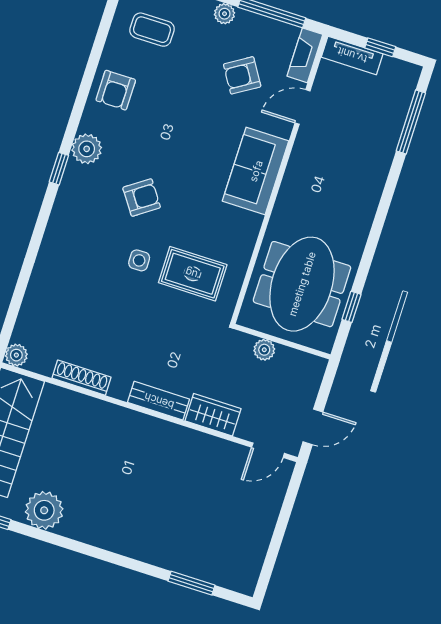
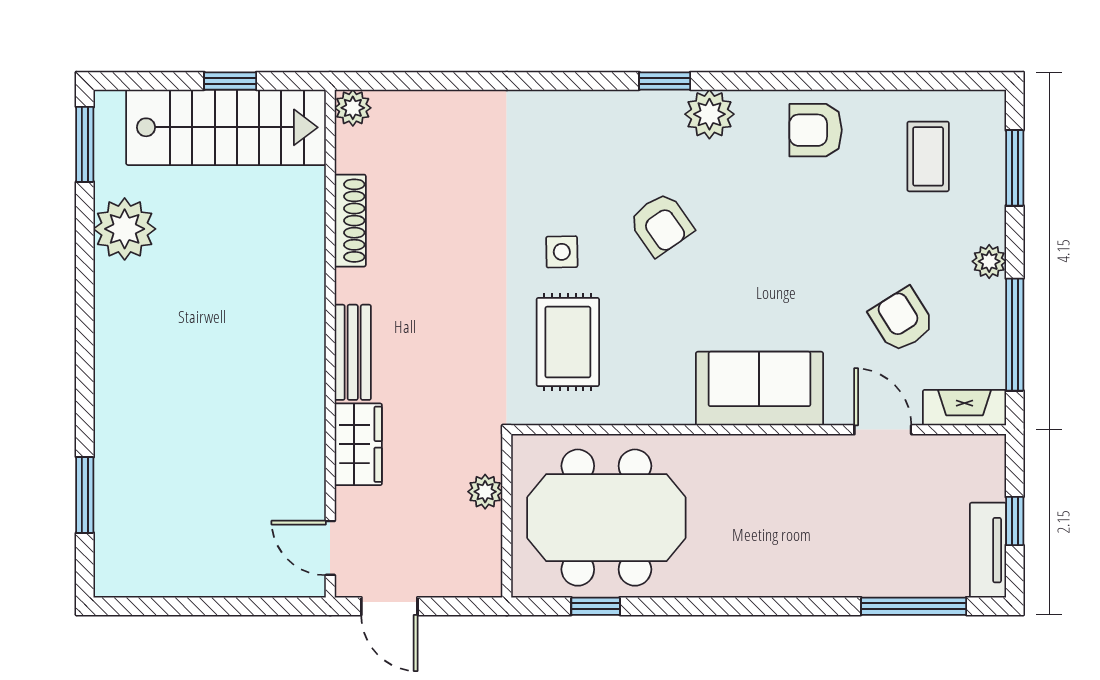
tv unit: (352, 55) -> (988, 550), moved

